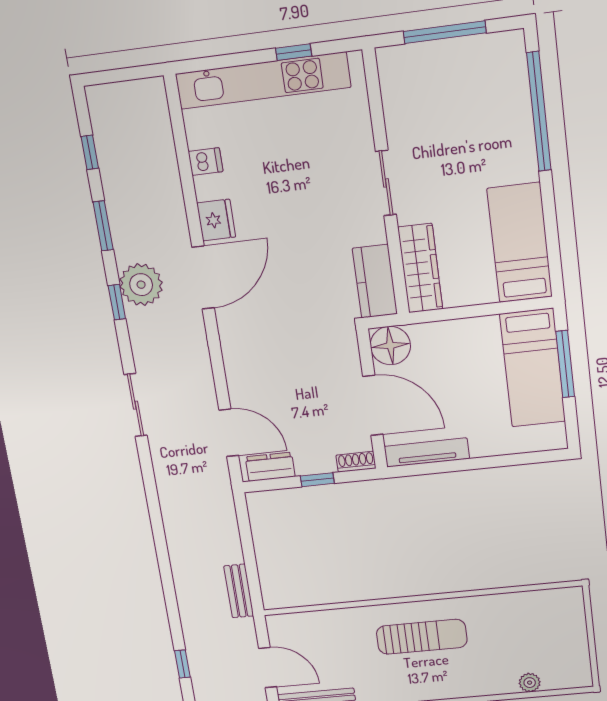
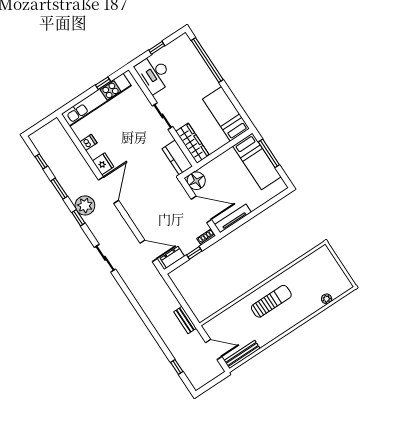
window: (445, 32) -> (157, 48), width x0.46
desk: (411, 85) -> (154, 74), added

